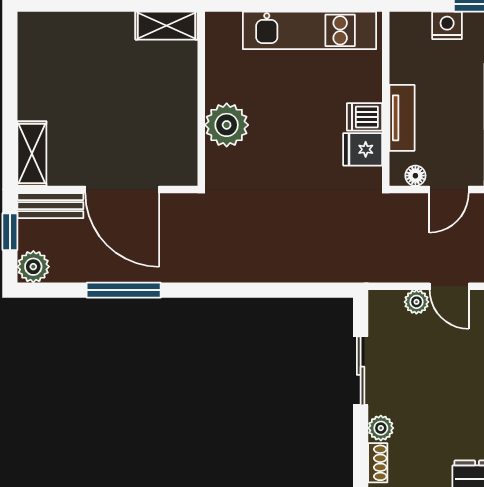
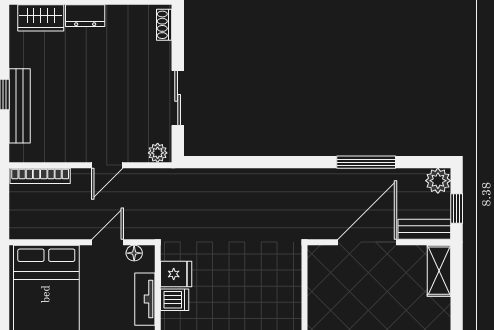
plant: (227, 125) -> (284, 293), removed
door: (122, 189) -> (367, 242), hinge flipped
door: (449, 286) -> (107, 165), swing flipped
plant: (416, 302) -> (158, 153), moved
plant: (381, 428) -> (162, 52), removed

